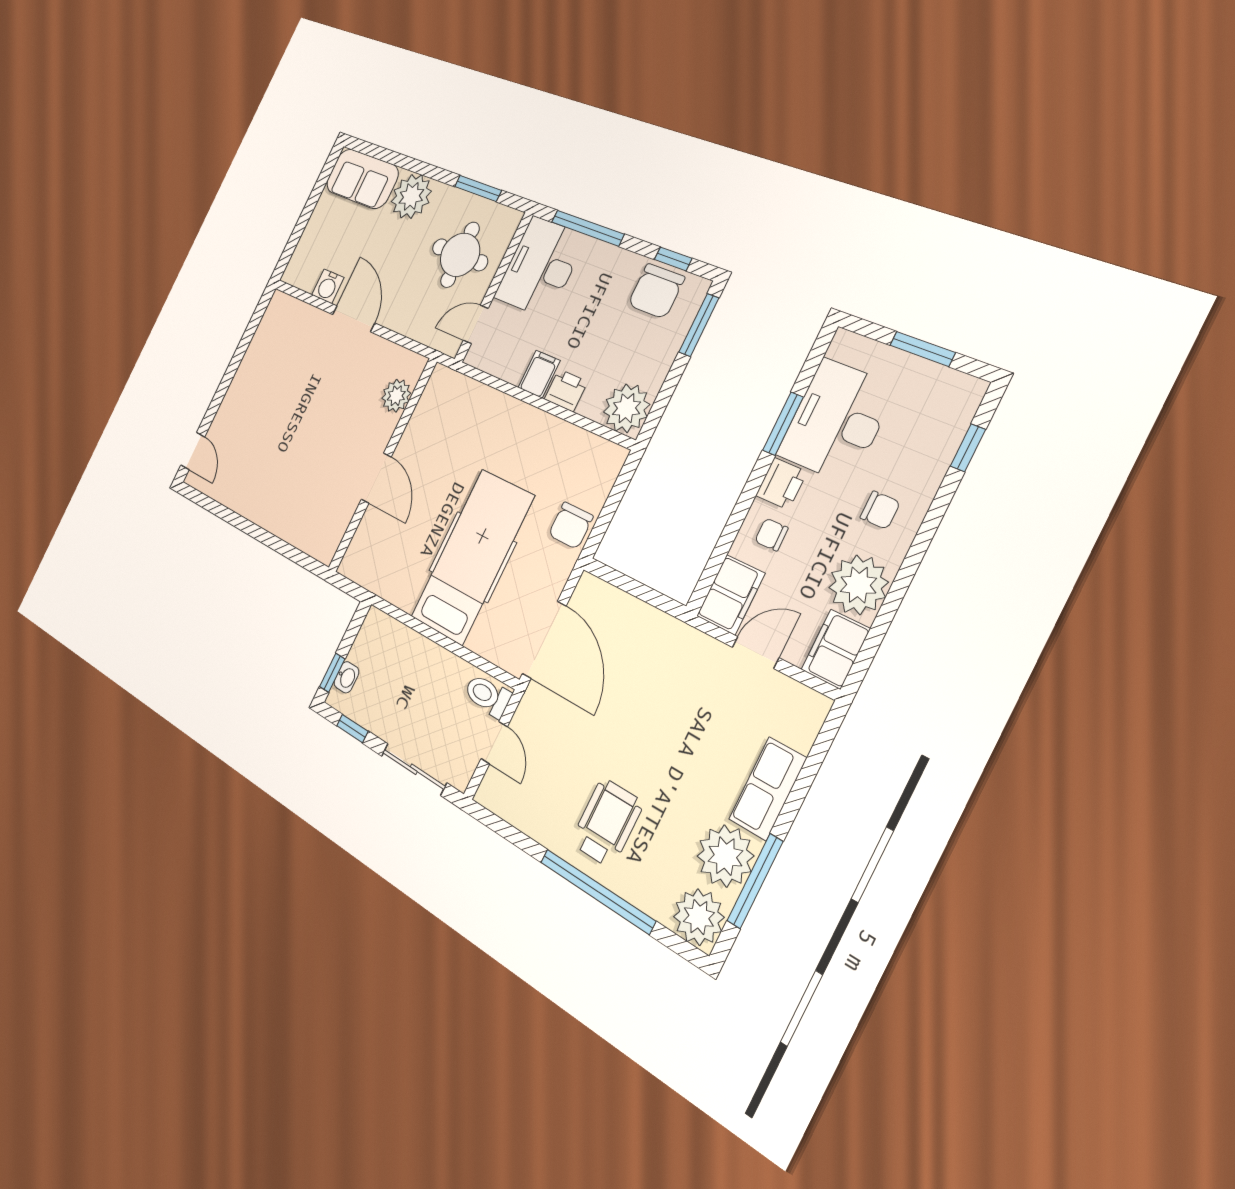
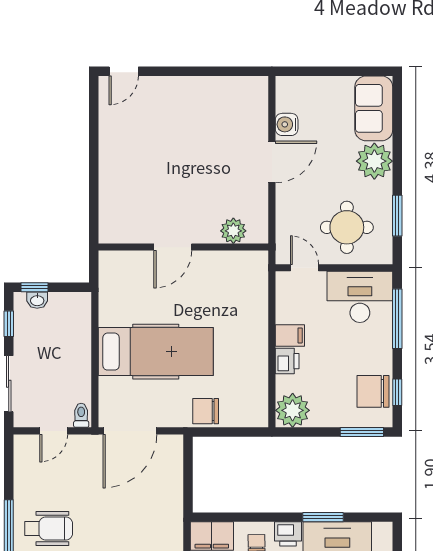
toilet: (487, 696) -> (81, 415), width x0.73, depth x0.72

